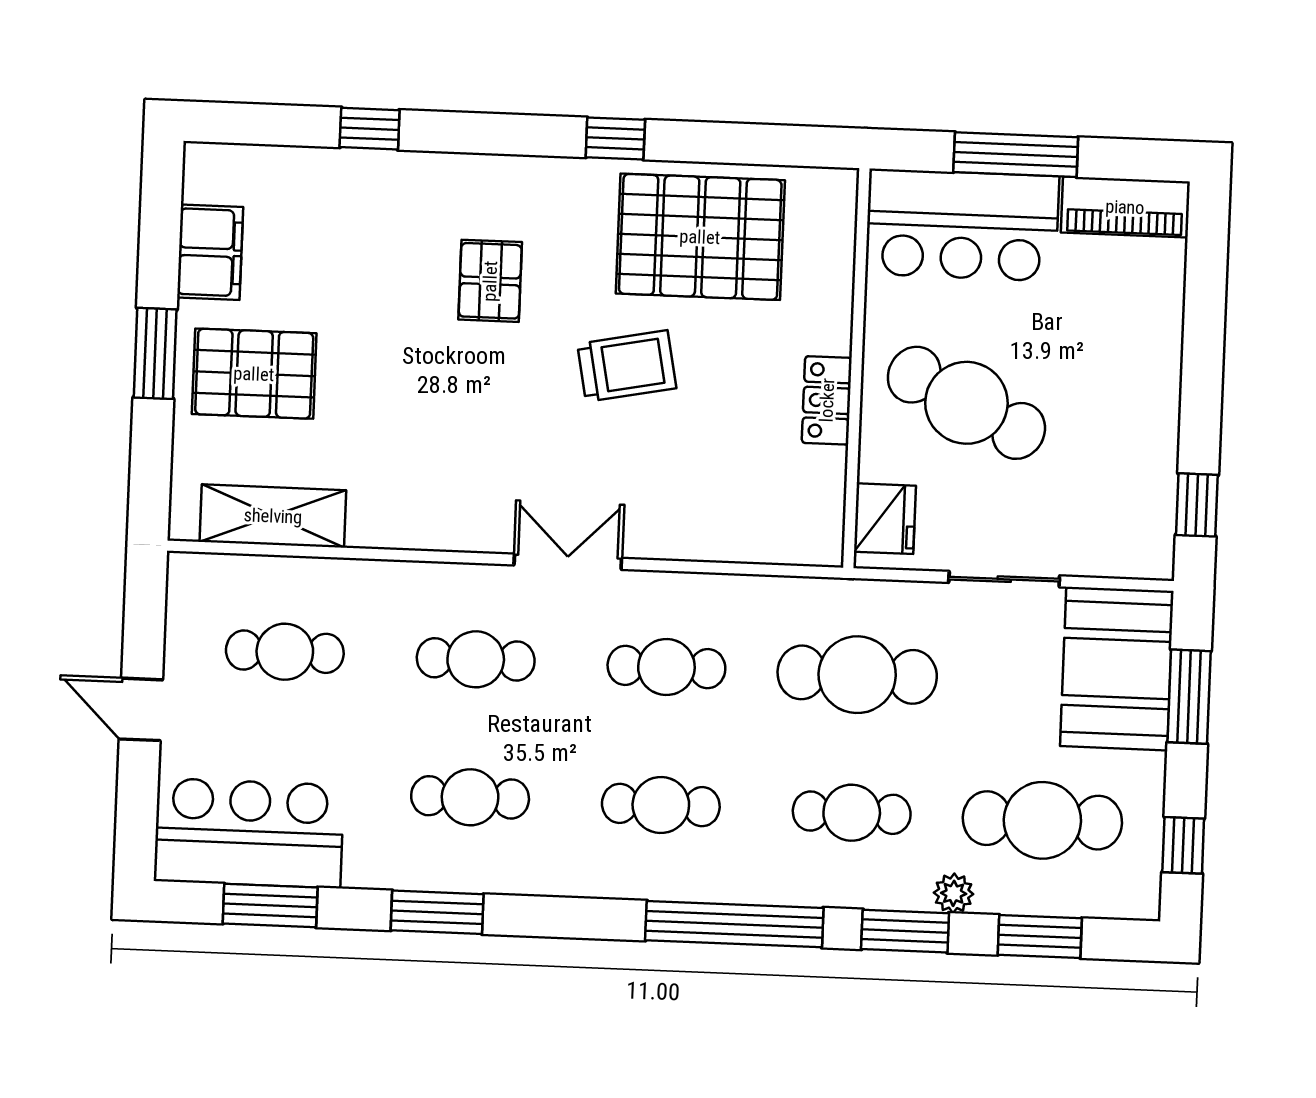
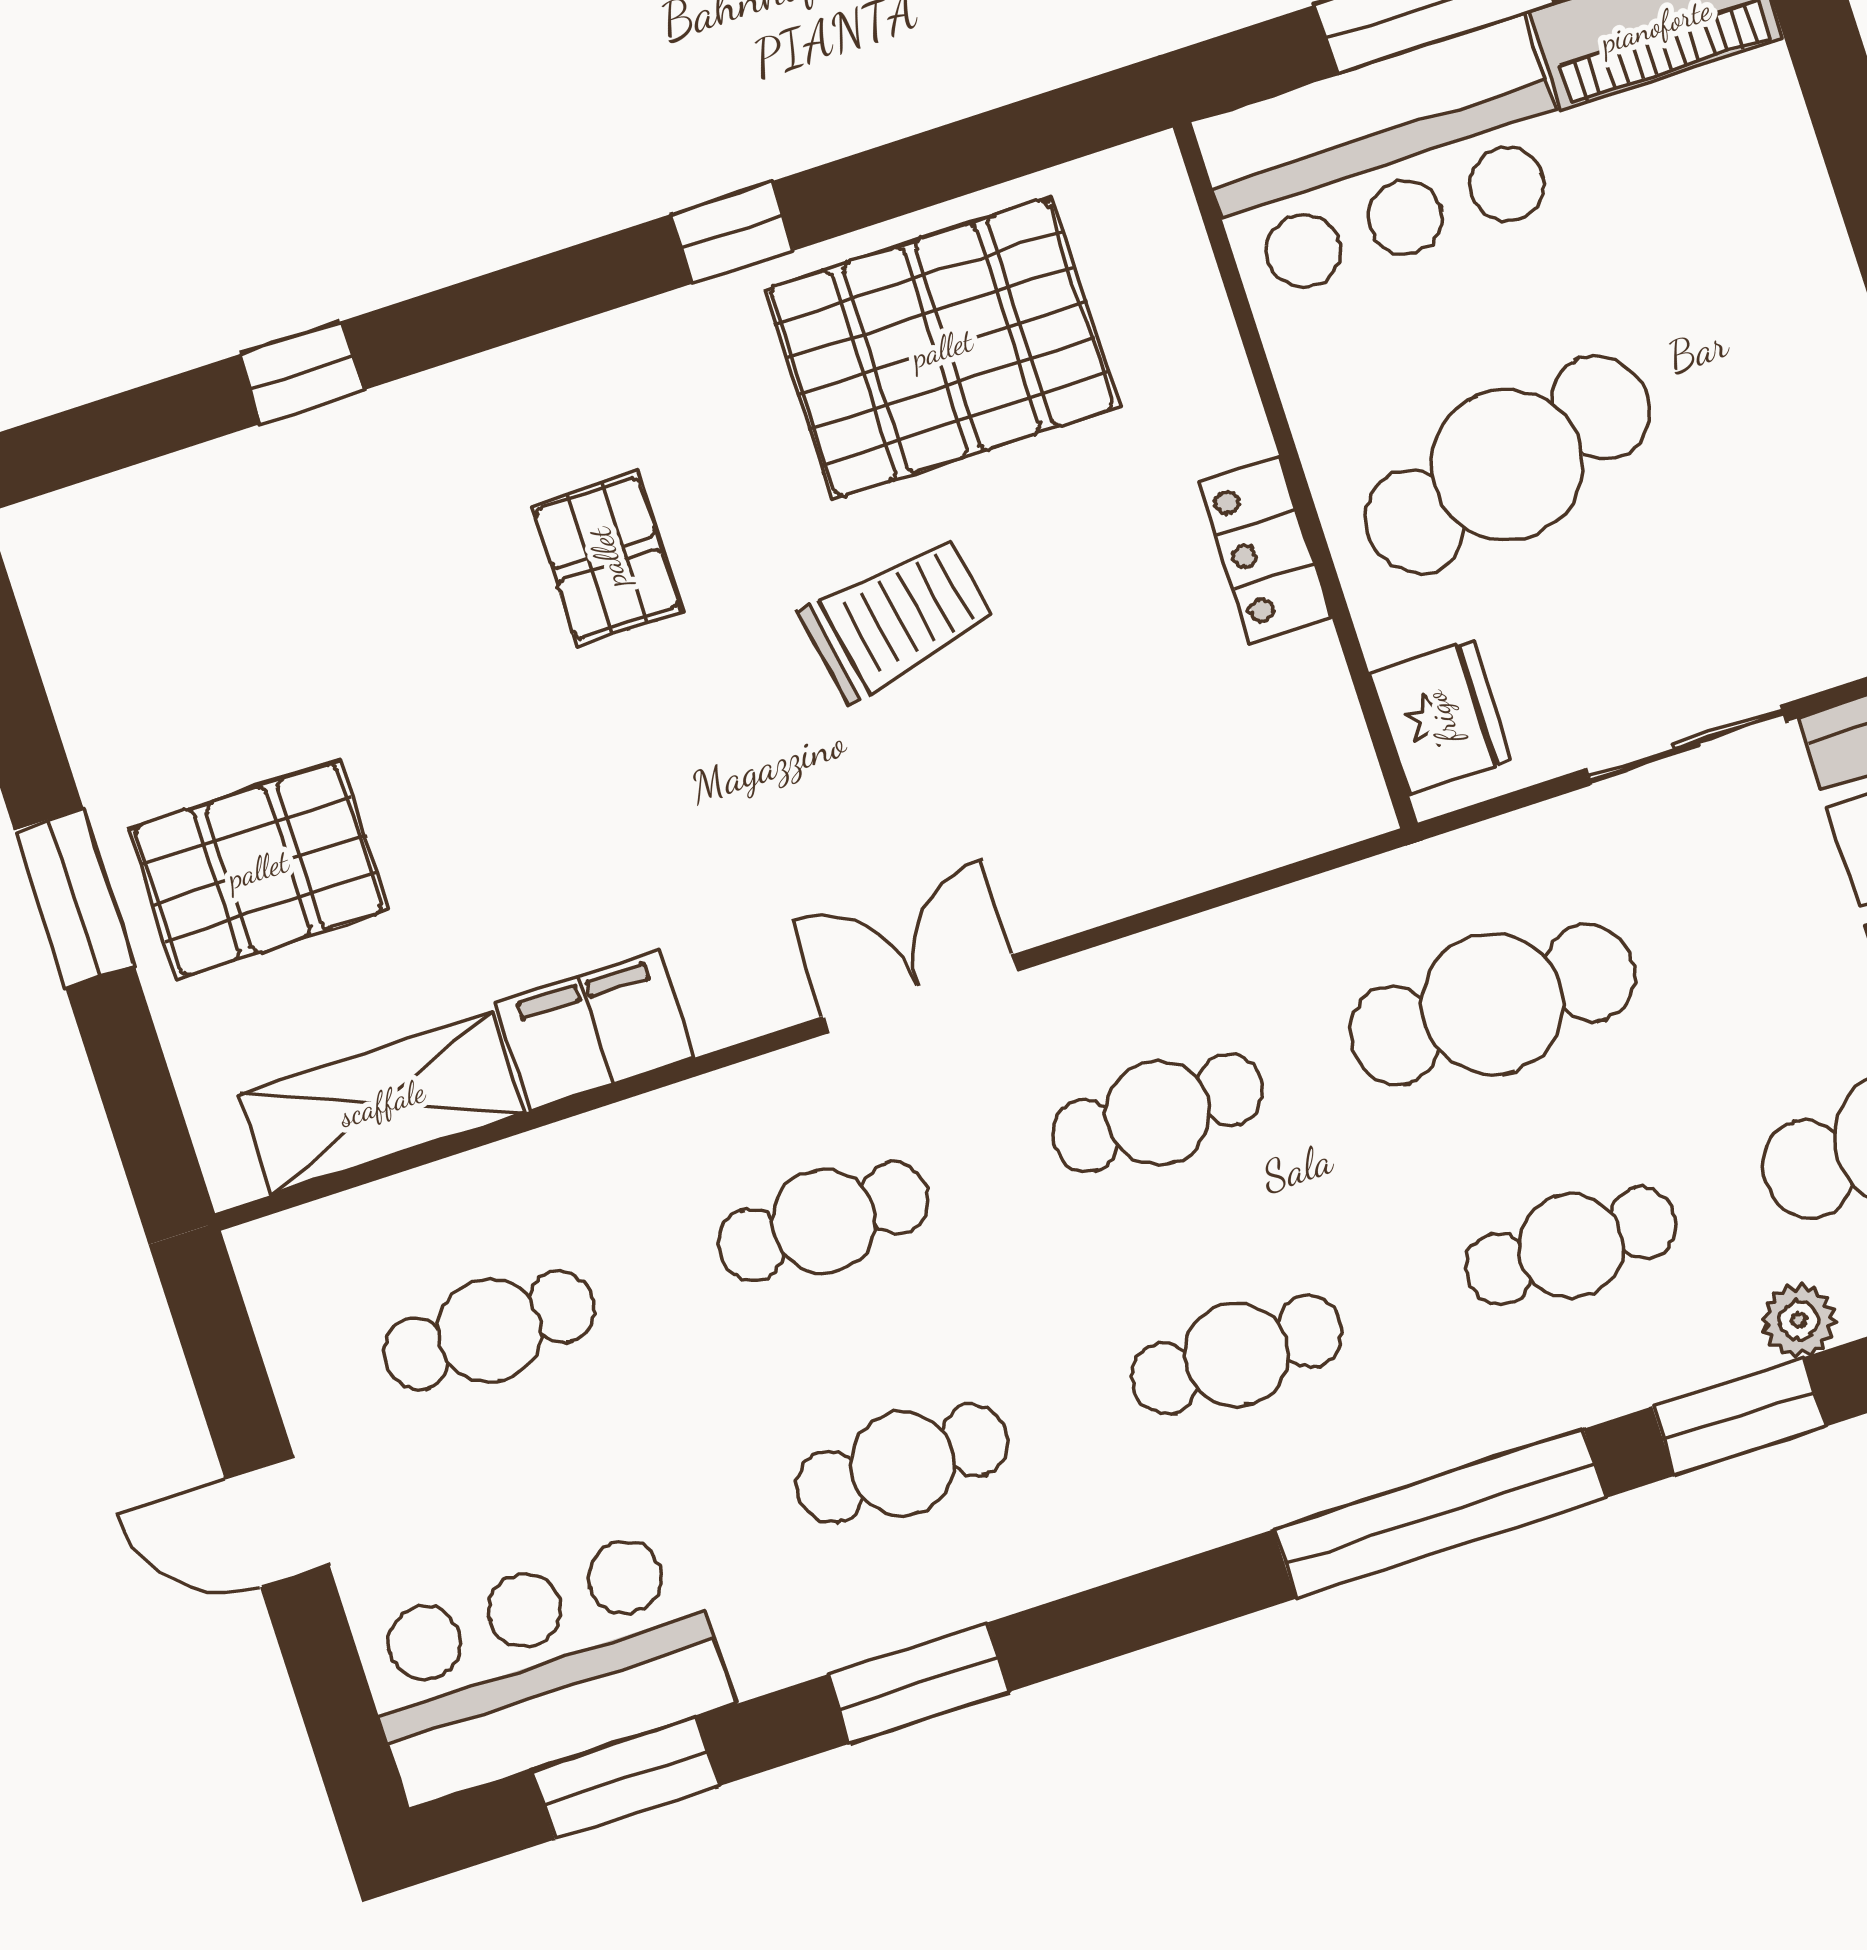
filing cabinet: (210, 252) -> (596, 1030), moved, turned -90
cafe table: (966, 403) -> (1508, 465), turned -40

